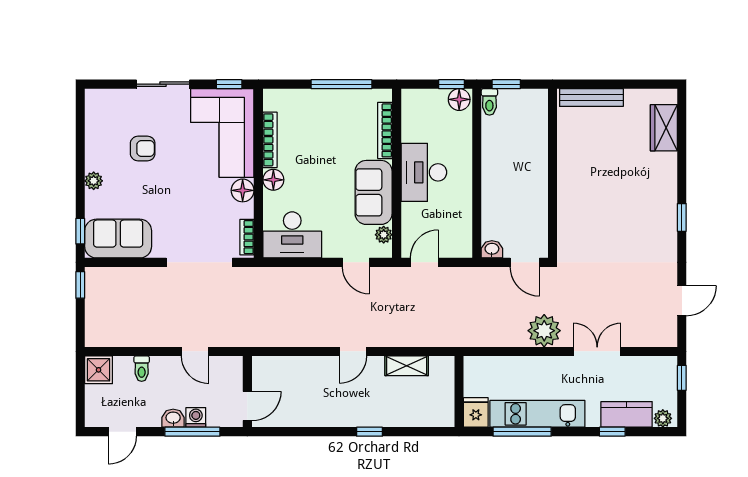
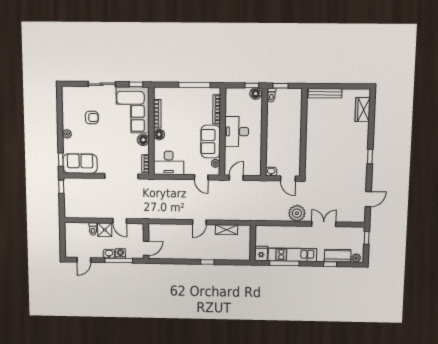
shower: (99, 370) -> (105, 230), moved

